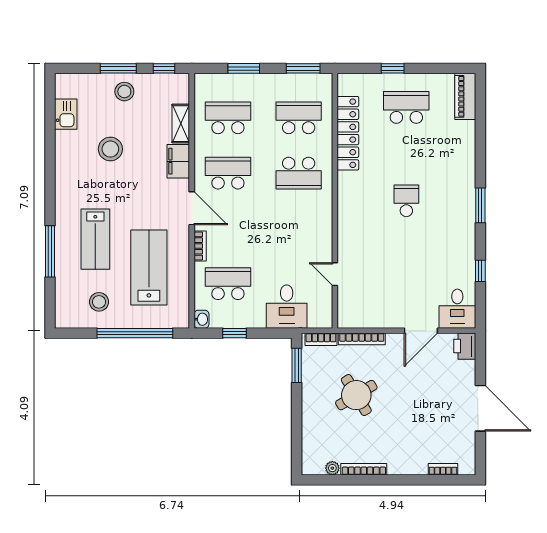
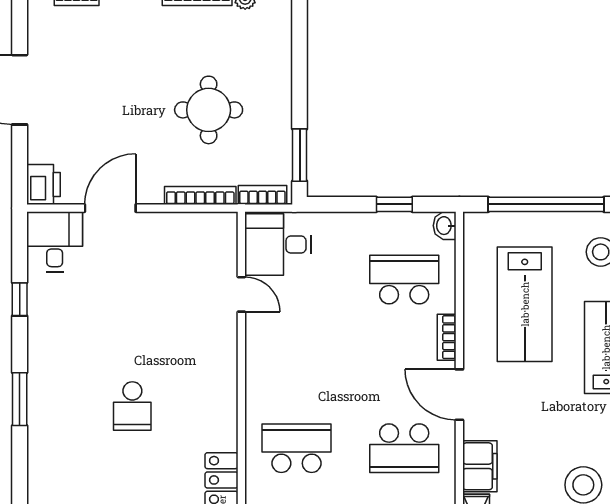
school desk: (228, 284) -> (404, 280), turned 180
desk: (287, 307) -> (278, 245), moved, turned -90
round table: (356, 395) -> (209, 110), turned 31

